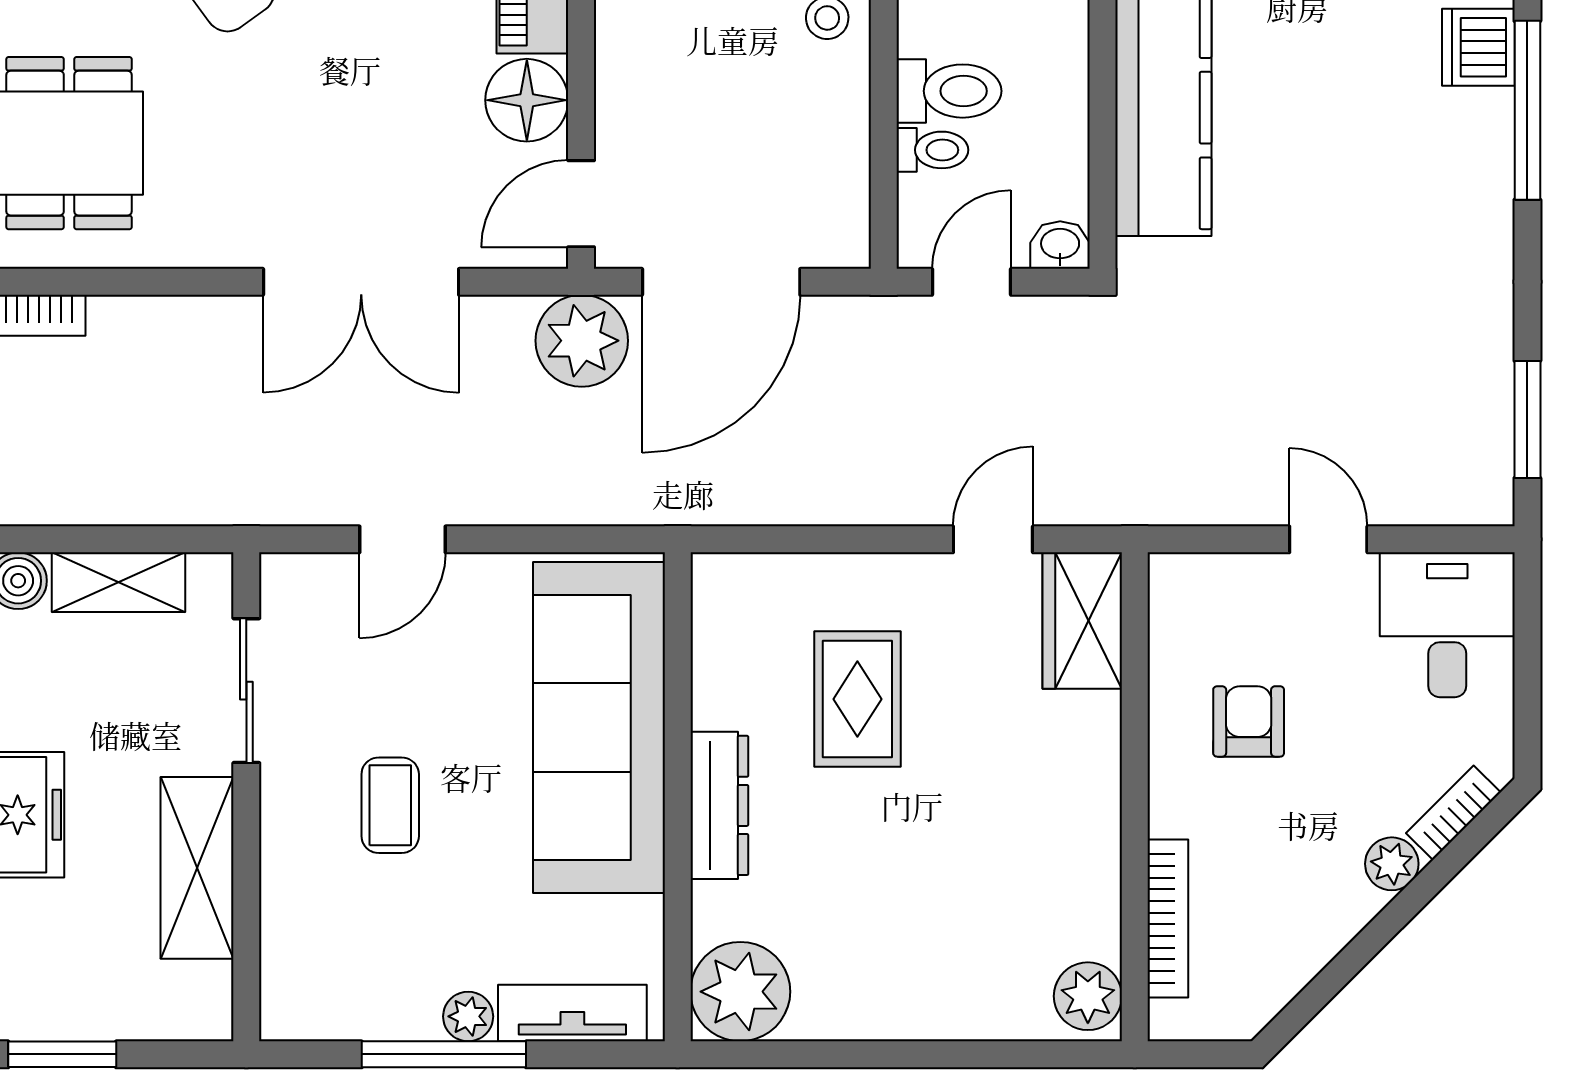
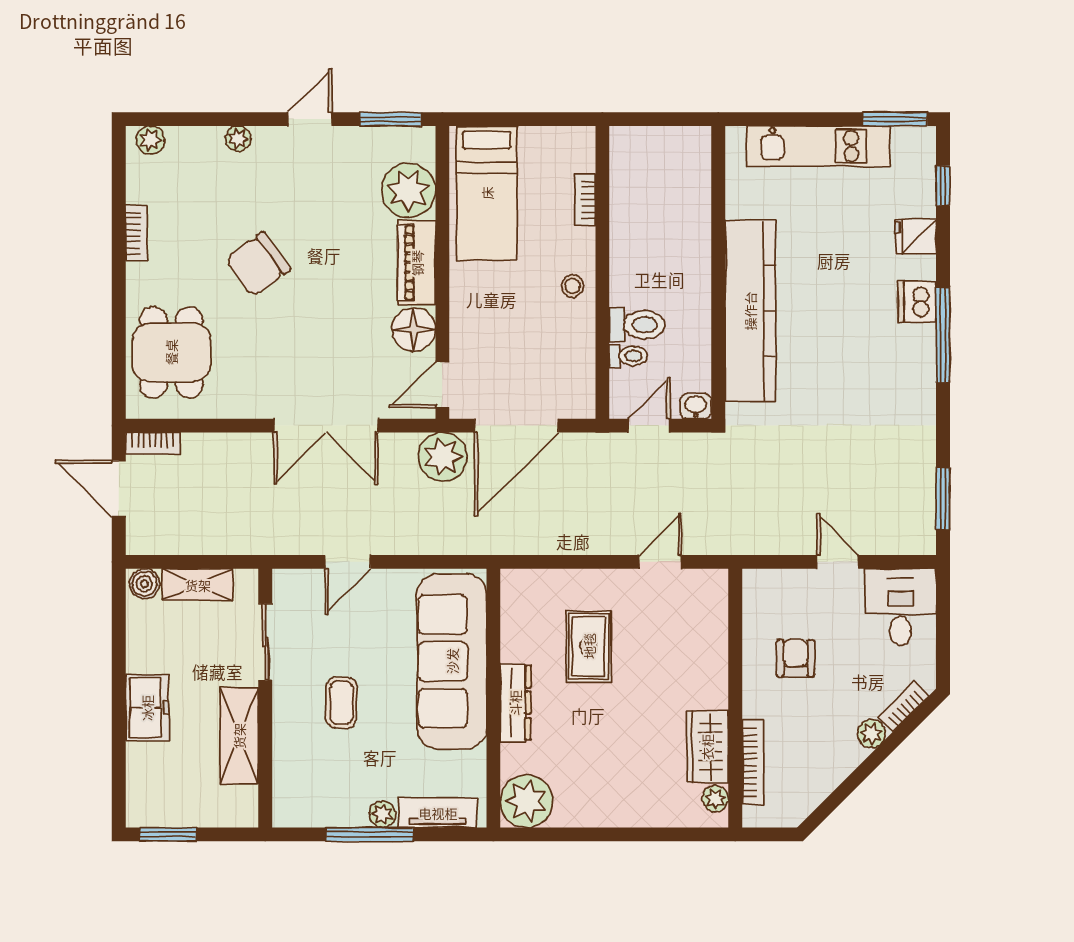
wardrobe: (1082, 620) -> (707, 747), moved
plant: (1088, 996) -> (715, 799), width x0.73, depth x0.73

